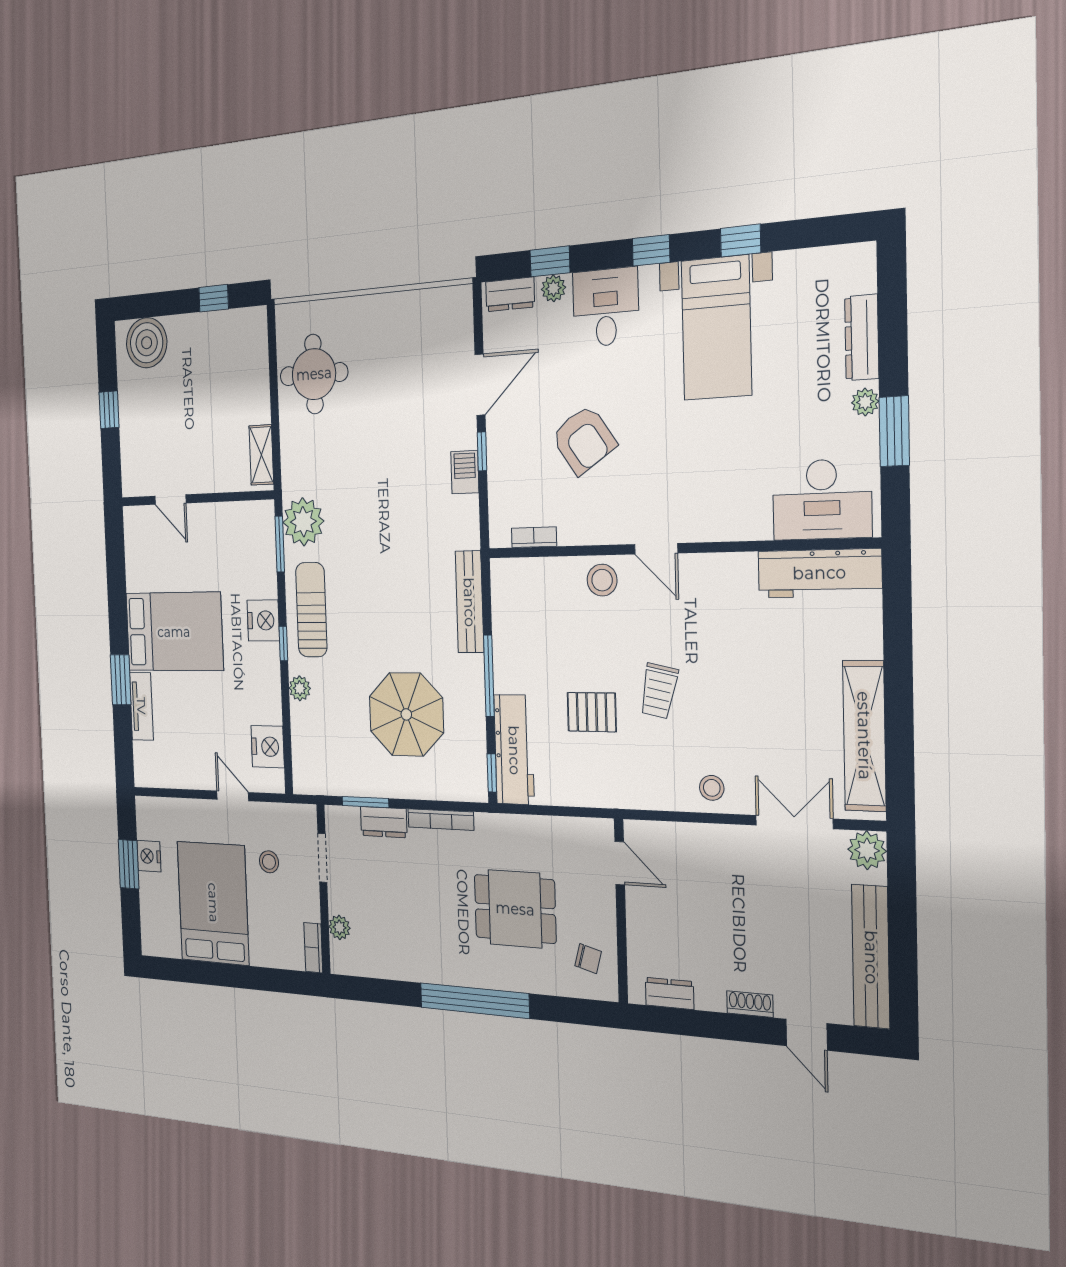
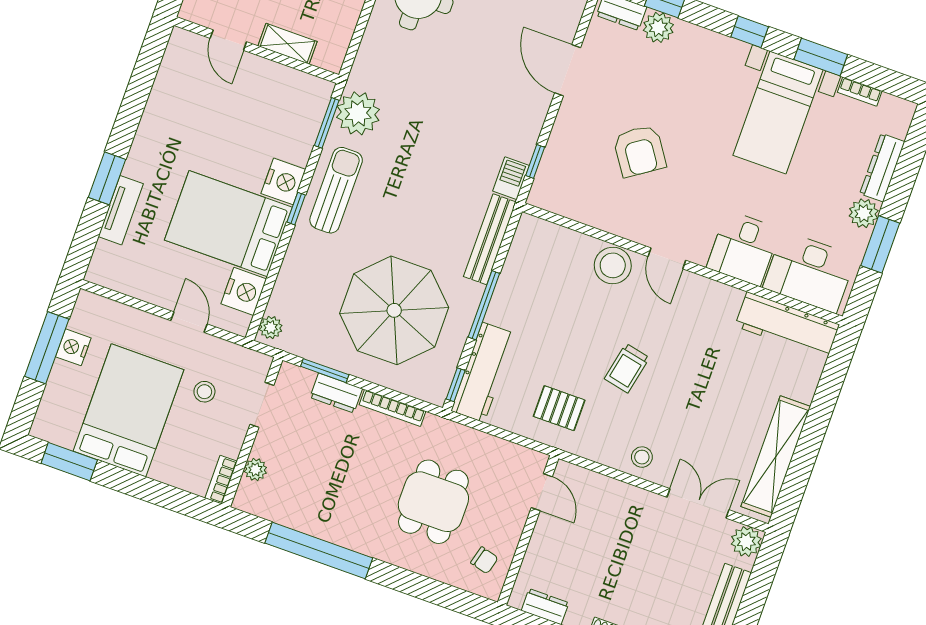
window: (741, 241) -> (821, 57), width x1.50
plant: (553, 288) -> (658, 27), width x1.38, depth x1.38
desk: (606, 307) -> (743, 248), moved, turned 180
door: (480, 385) -> (568, 70), swing flipped
plant: (865, 402) -> (864, 213), width x1.38, depth x1.38
window: (482, 451) -> (535, 161), moved
shelving: (261, 455) -> (288, 44), moved, turned 90
barbecue: (465, 472) -> (511, 178), moved
bookcase: (534, 537) -> (860, 92), moved, turned 180
stool: (602, 580) -> (613, 265), width x1.38, depth x1.38
bed: (174, 632) -> (228, 224), moved, turned 180
plant: (300, 688) -> (271, 327), moved
pallet: (592, 712) -> (559, 408), moved
parasol: (406, 714) -> (394, 310), width x1.36, depth x1.36
window: (129, 864) -> (47, 348), width x1.44
dining table: (515, 909) -> (433, 502), turned 90
window: (183, 971) -> (69, 462), added
window: (474, 1001) -> (319, 551), moved

